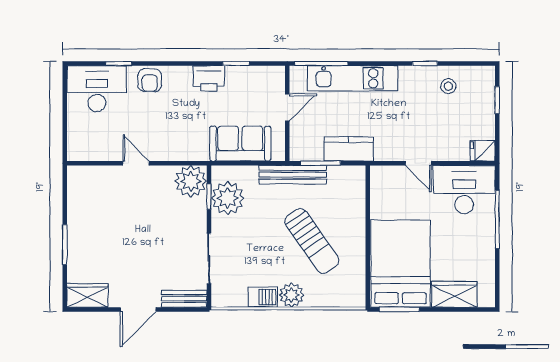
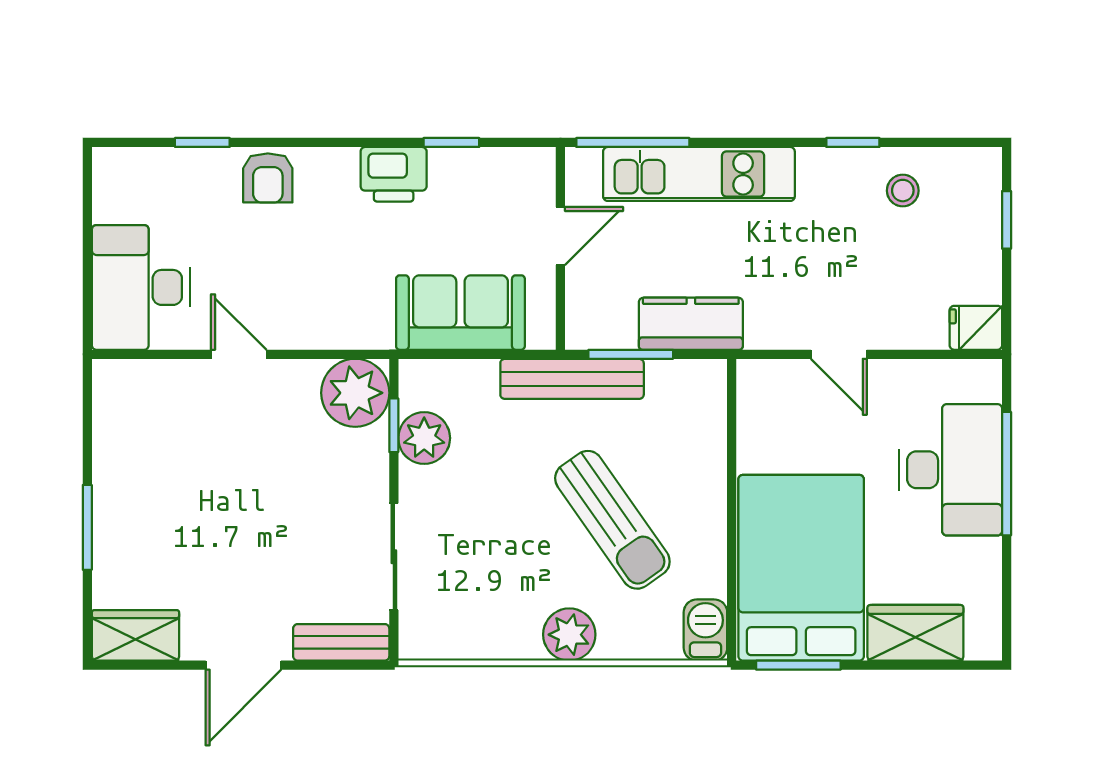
desk: (97, 89) -> (141, 287), moved, turned -90
desk: (464, 190) -> (950, 470), moved, turned 90
plant: (228, 198) -> (424, 438), width x0.73, depth x0.73
barbecue: (263, 297) -> (705, 630), moved, turned -90

